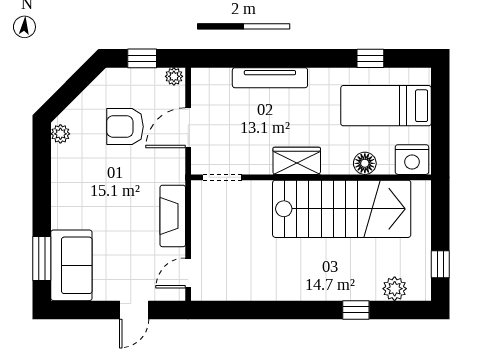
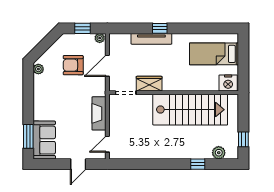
window: (370, 58) -> (160, 28), moved
wardrobe: (297, 161) -> (149, 84), moved
floor lamp: (365, 163) -> (203, 85), removed

